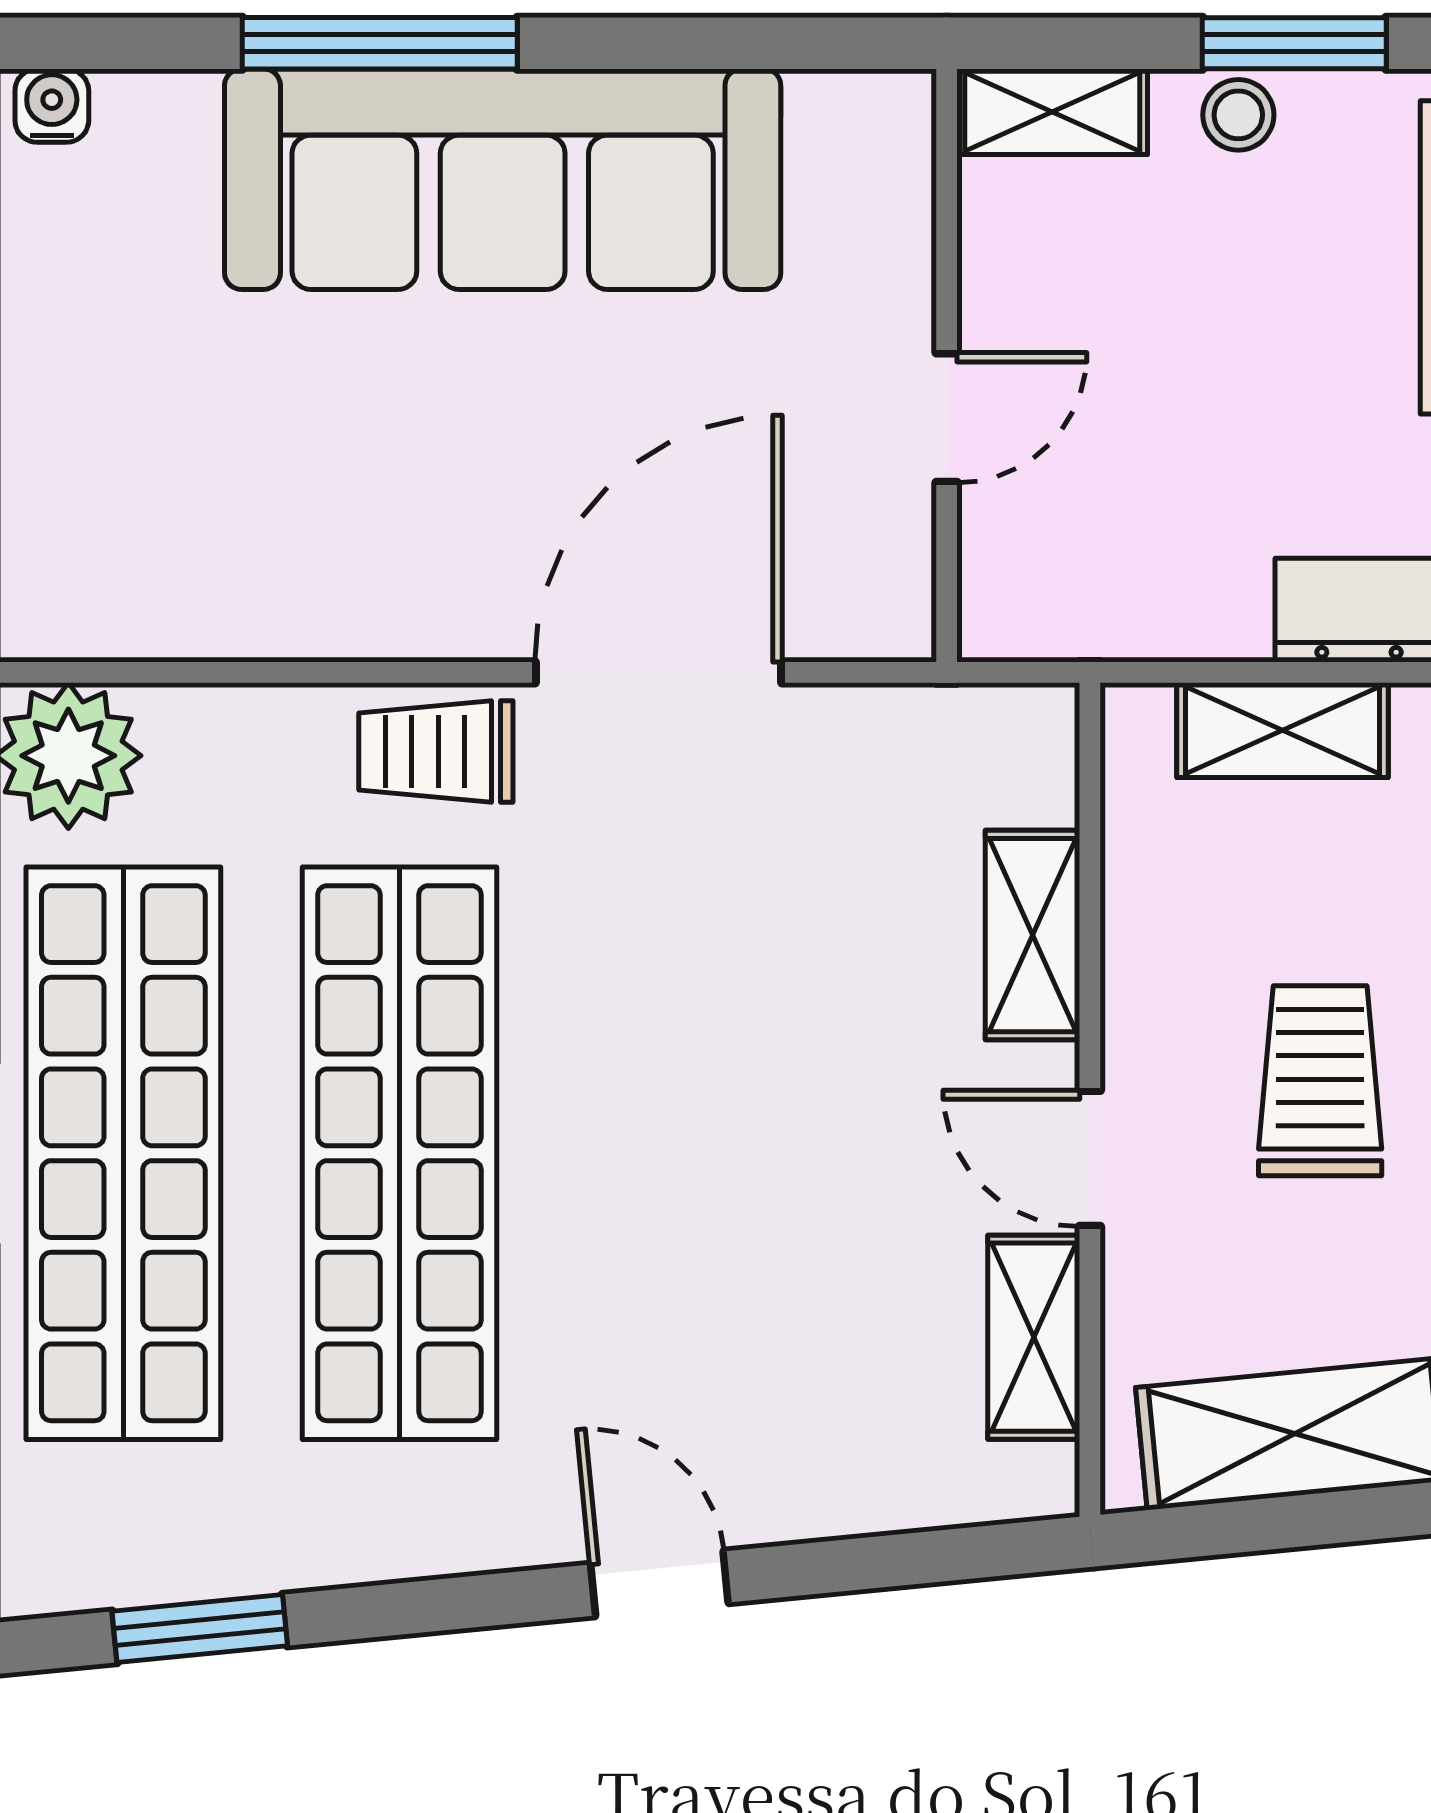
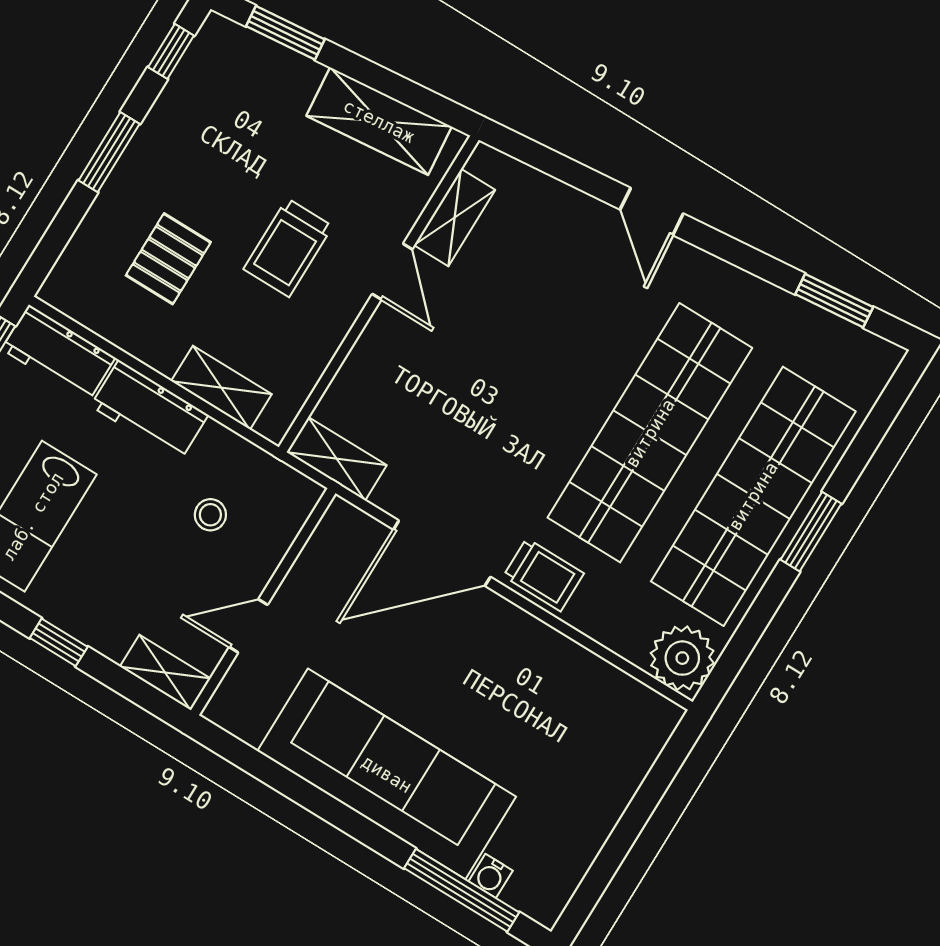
window: (380, 43) -> (462, 890), moved
window: (1294, 43) -> (59, 642), width x0.67
water cooler: (52, 106) -> (491, 876), moved
stool: (1238, 115) -> (210, 515), moved
door: (947, 418) -> (248, 626), moved
shelving: (1033, 935) -> (337, 459), moved, turned 90

